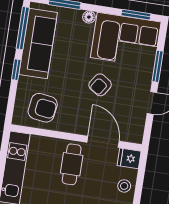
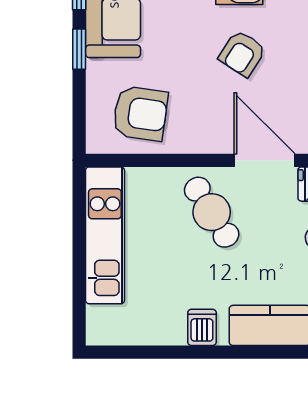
cafe table: (72, 164) -> (212, 212), turned -32

